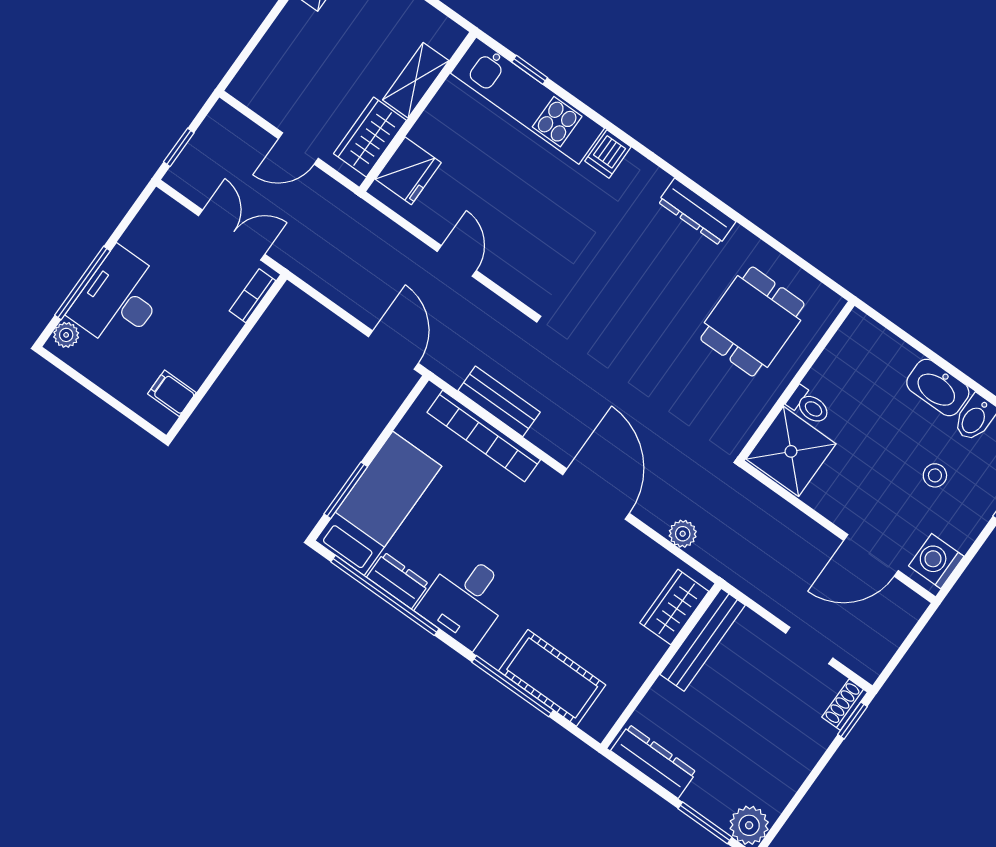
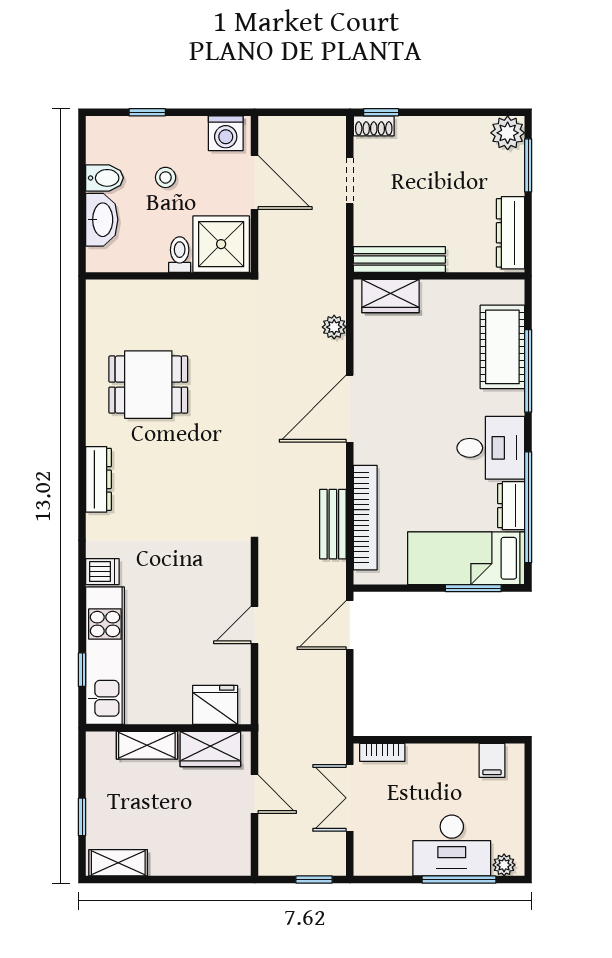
wall: (796, 381) -> (168, 276), moved
toilet: (809, 406) -> (180, 255), moved
shower: (791, 451) -> (221, 244), moved

